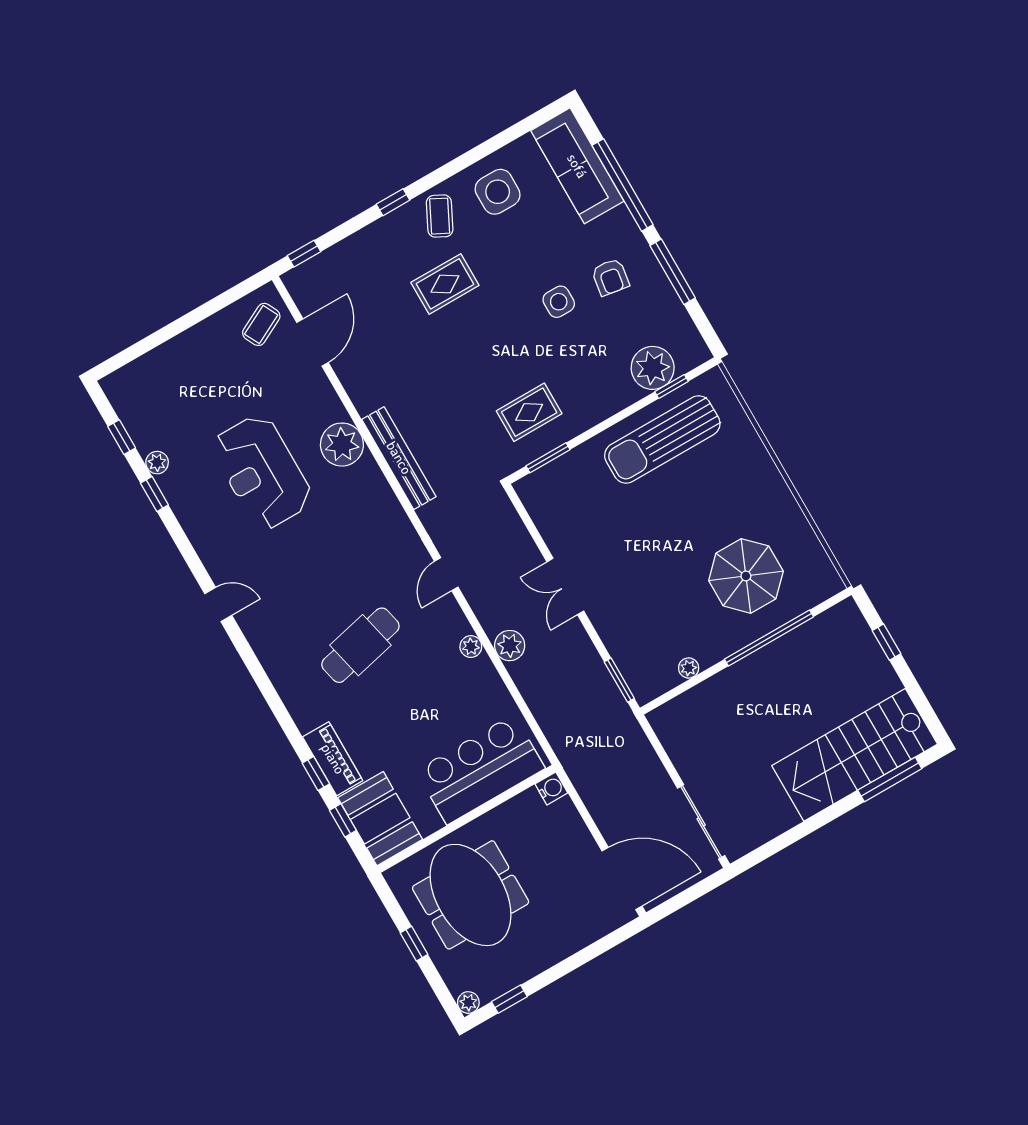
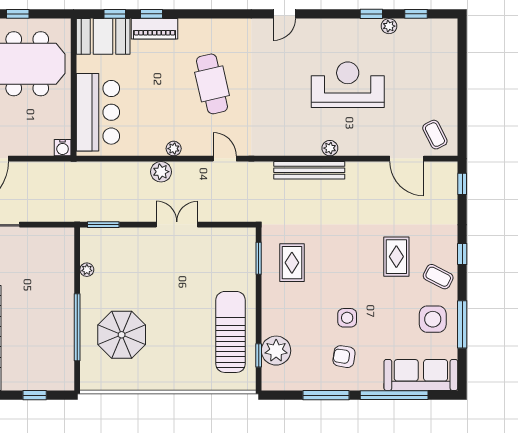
window: (483, 150) -> (462, 324), added
plant: (342, 445) -> (330, 148), width x0.53, depth x0.53

